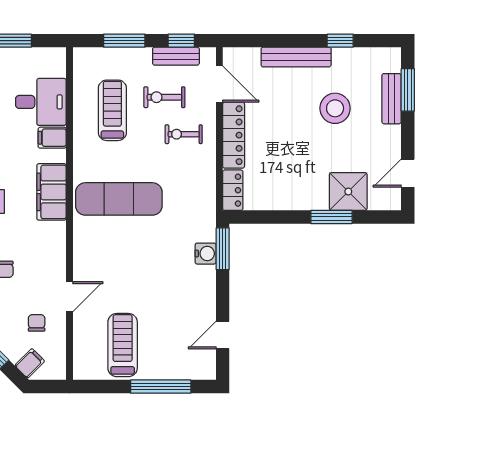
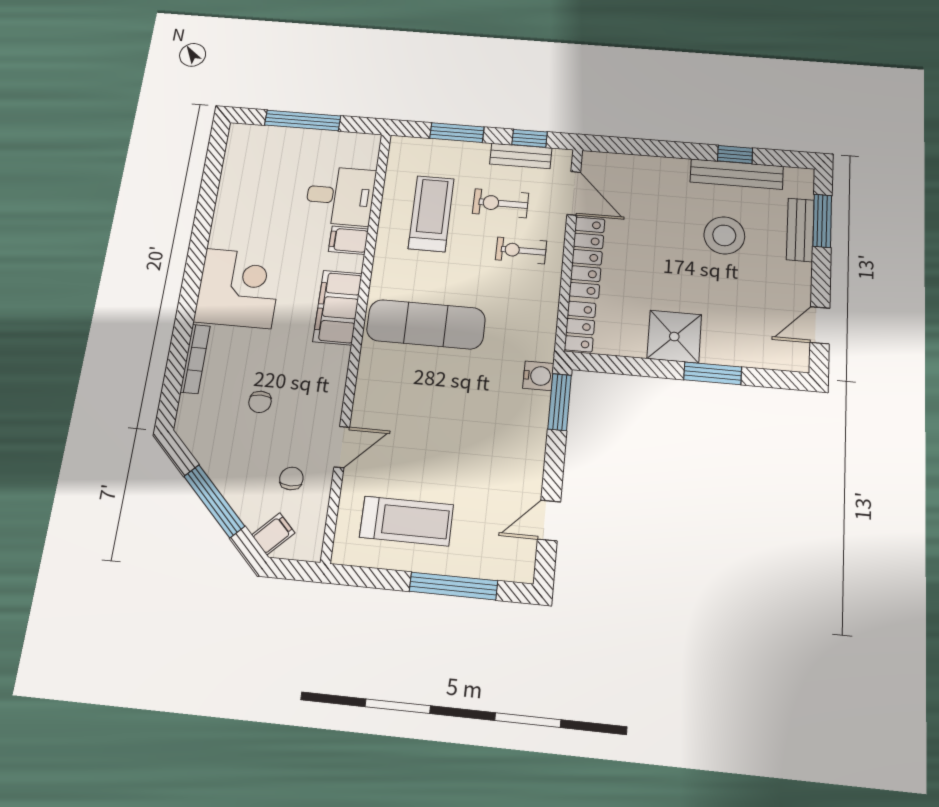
bench: (296, 57) -> (737, 174), moved
shower: (348, 191) -> (674, 337), moved
water cooler: (206, 254) -> (538, 376), moved
treadmill: (123, 345) -> (407, 521), turned 90

